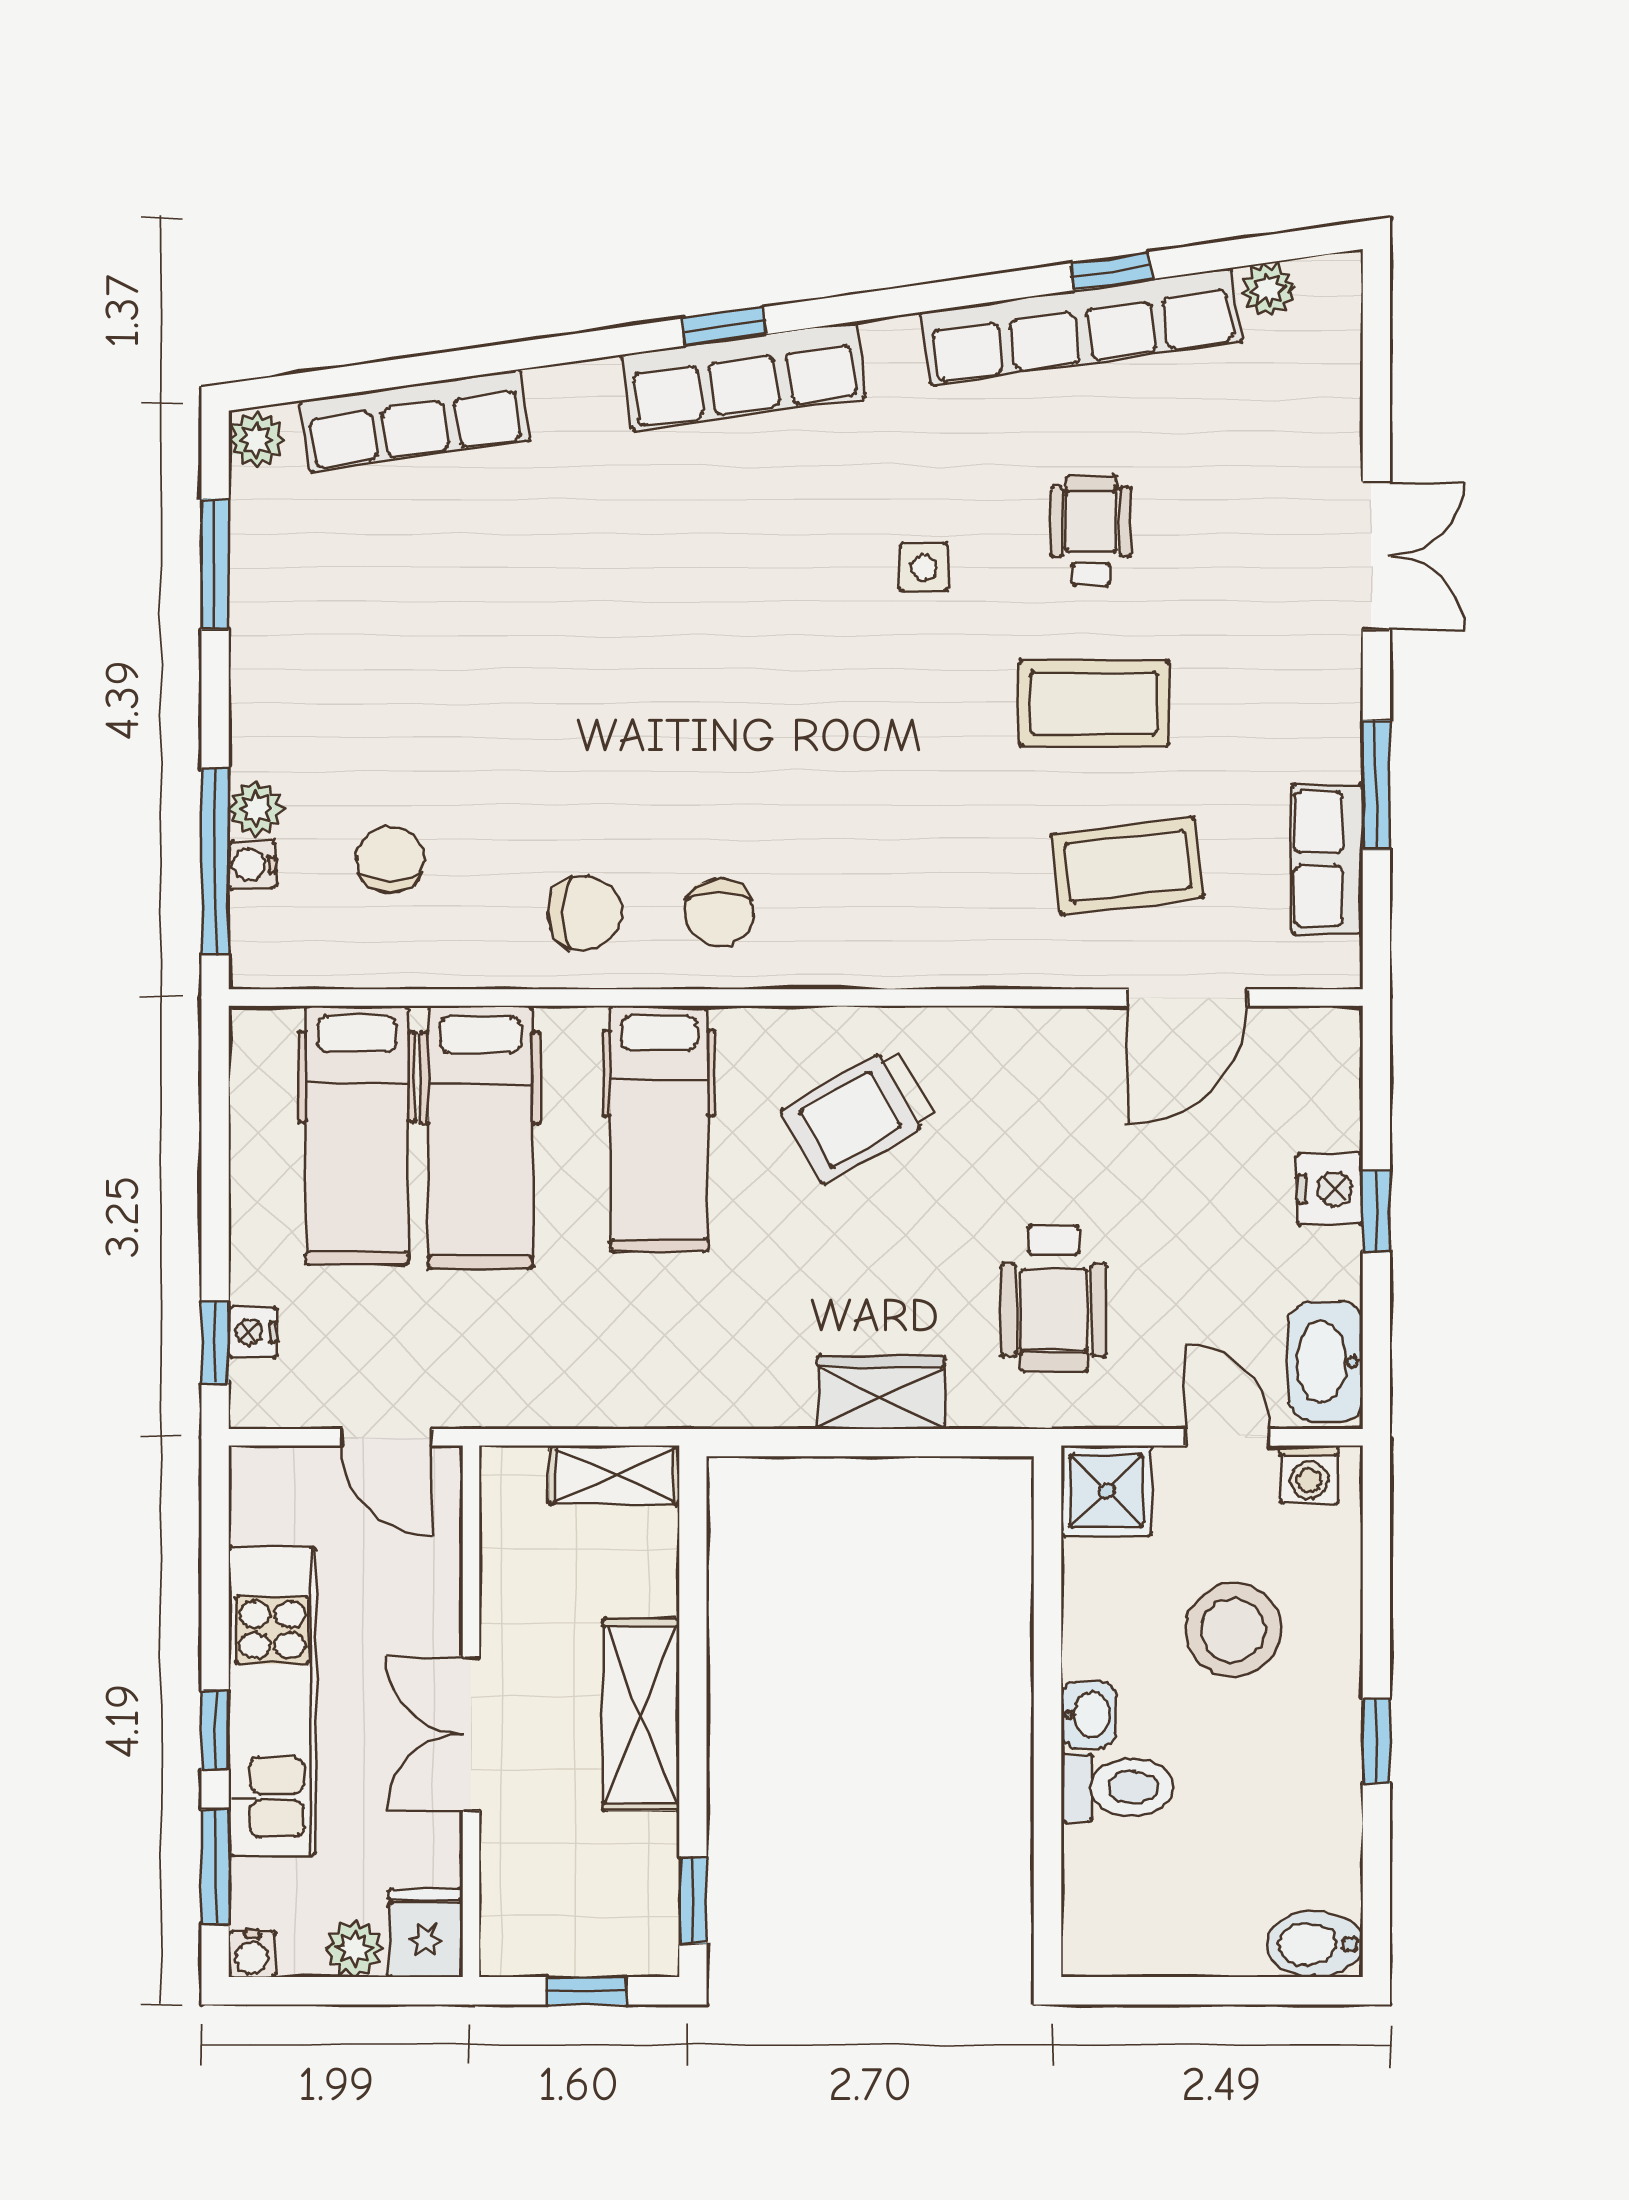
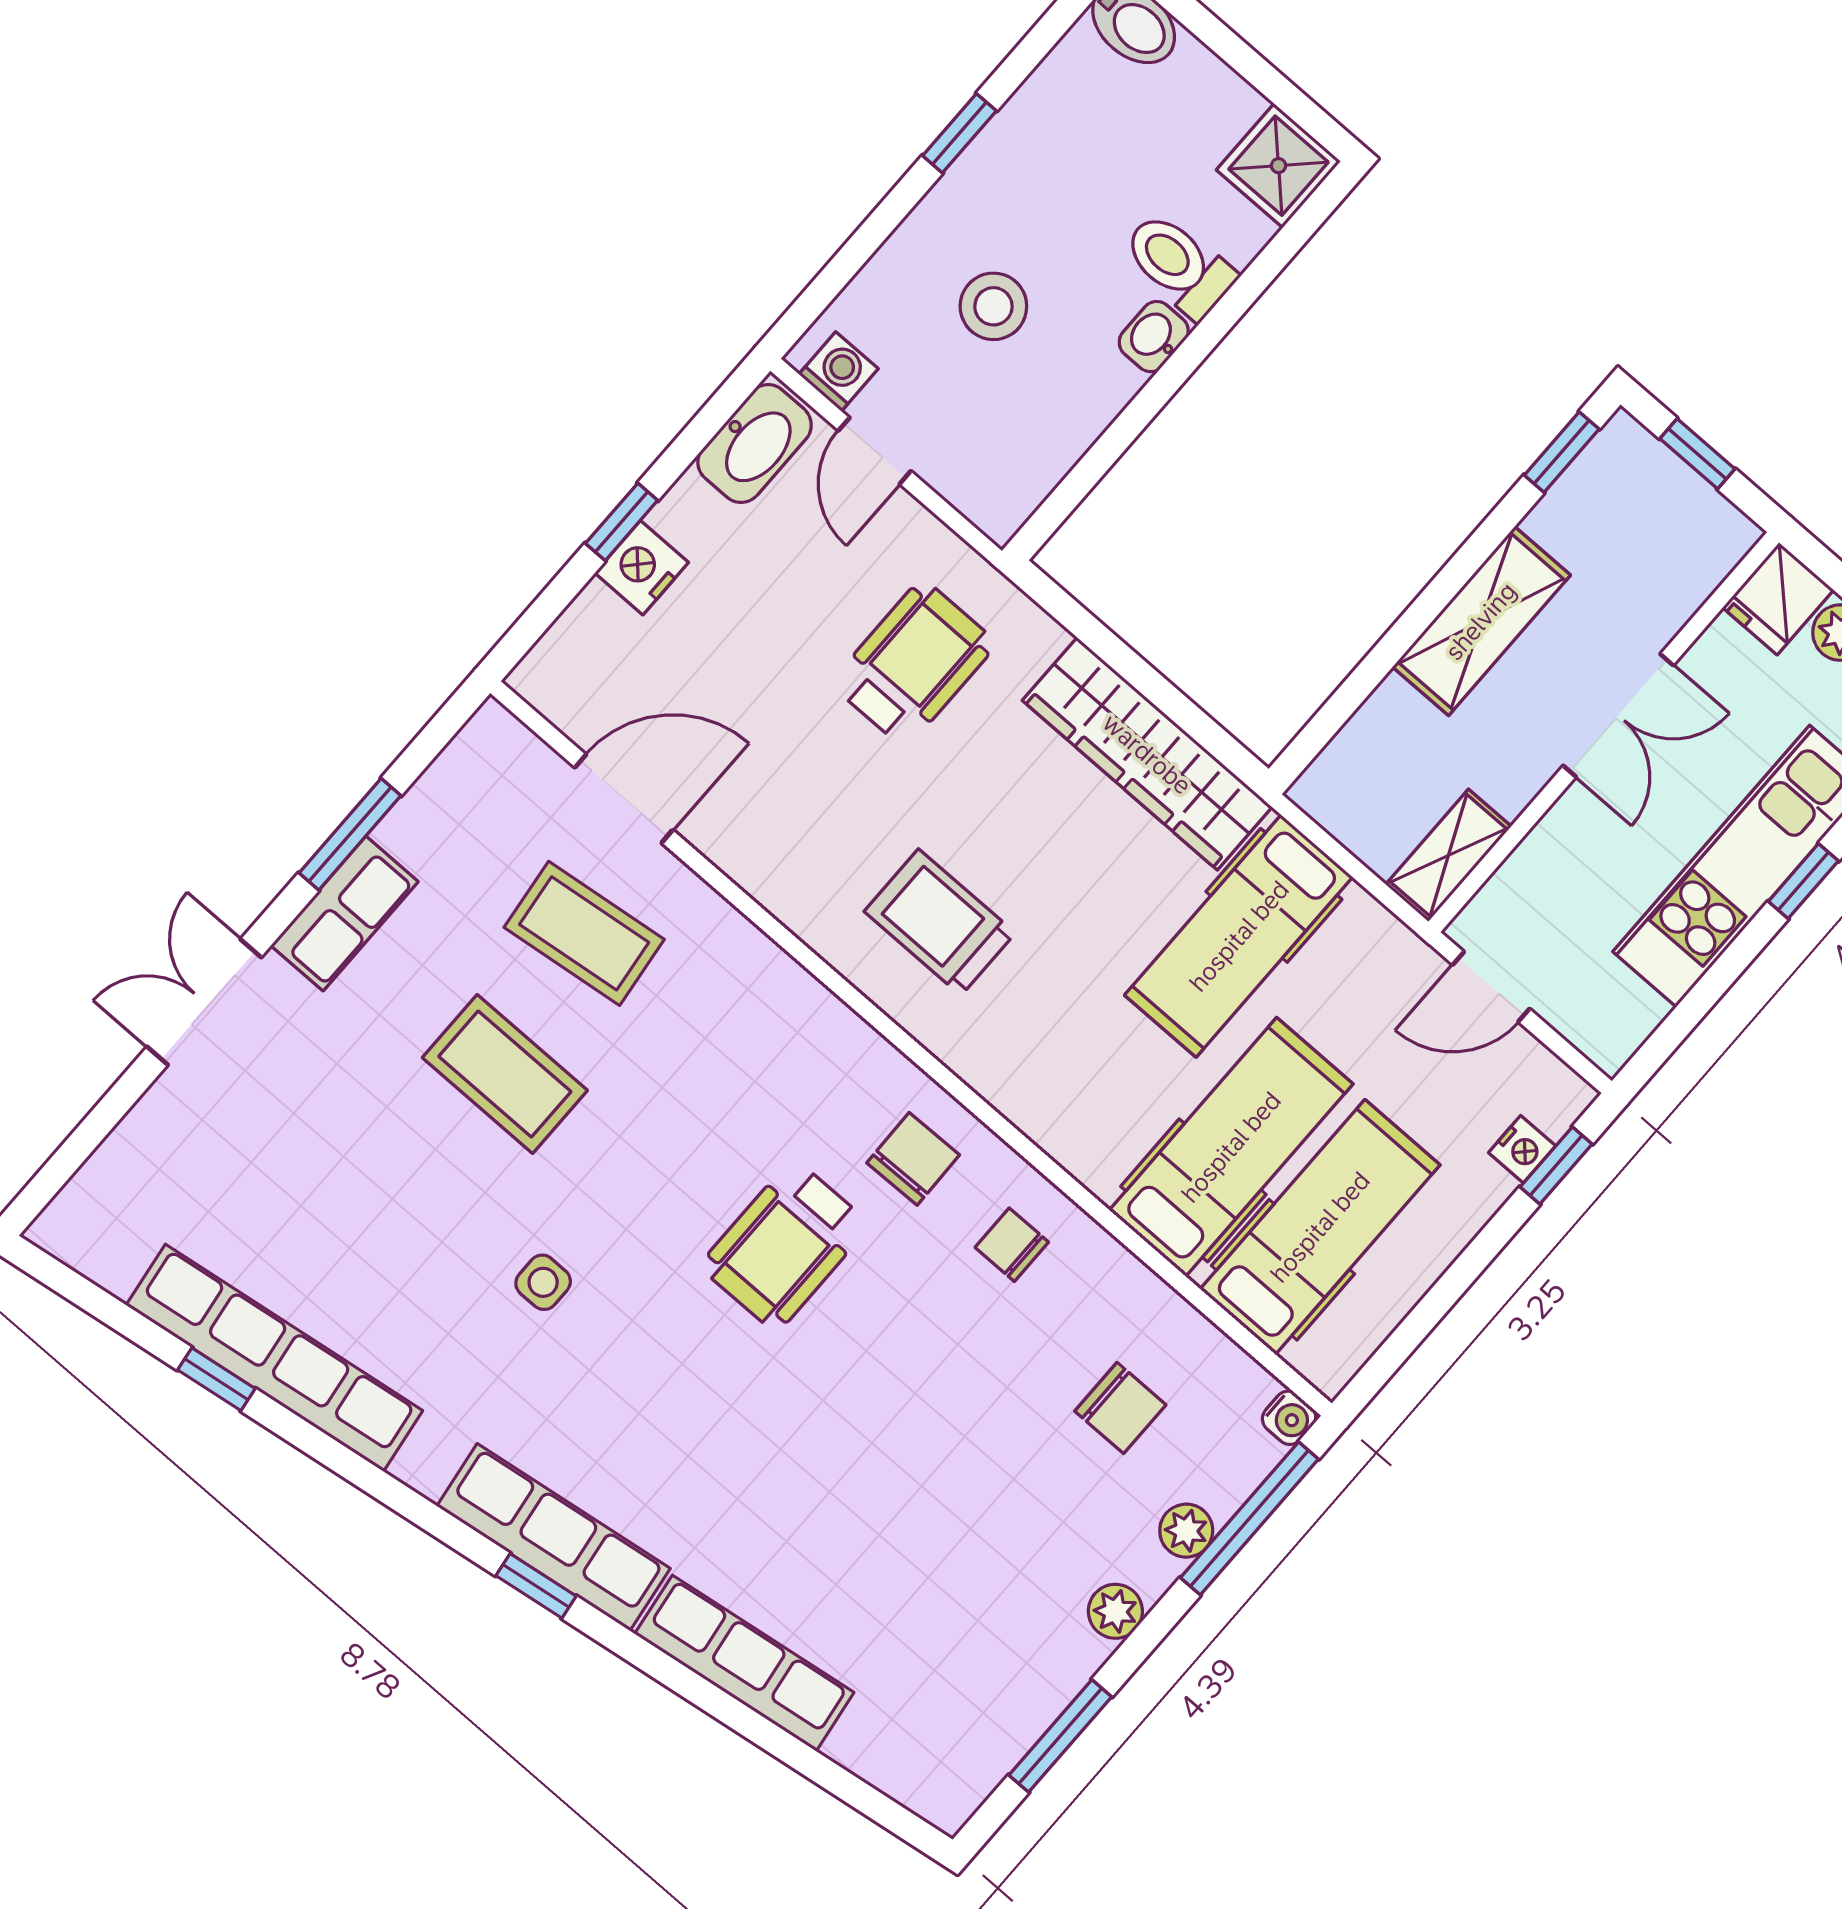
plant: (1268, 289) -> (114, 1266), removed
row of seats: (414, 421) -> (744, 1663), moved
plant: (257, 440) -> (1115, 1611), moved
wheelchair: (1091, 530) -> (785, 1245), moved, width x1.36, depth x1.37
chair: (390, 859) -> (1120, 1408), turned -90
row of seats: (1327, 859) -> (345, 914), moved
water cooler: (252, 865) -> (1289, 1418), moved
chair: (585, 913) -> (1012, 1245), width x0.73, depth x0.73
trolley: (859, 1115) -> (940, 922), turned -150
hospital bed: (659, 1129) -> (1239, 936), moved, turned 180
wardrobe: (881, 1392) -> (1147, 754), width x2.10, depth x1.17
door: (387, 1437) -> (1491, 987), swing flipped
shelving: (614, 1475) -> (1448, 855), moved, turned 90
shower: (1106, 1491) -> (1279, 166), moved
stool: (1233, 1630) -> (993, 306), width x0.73, depth x0.73

